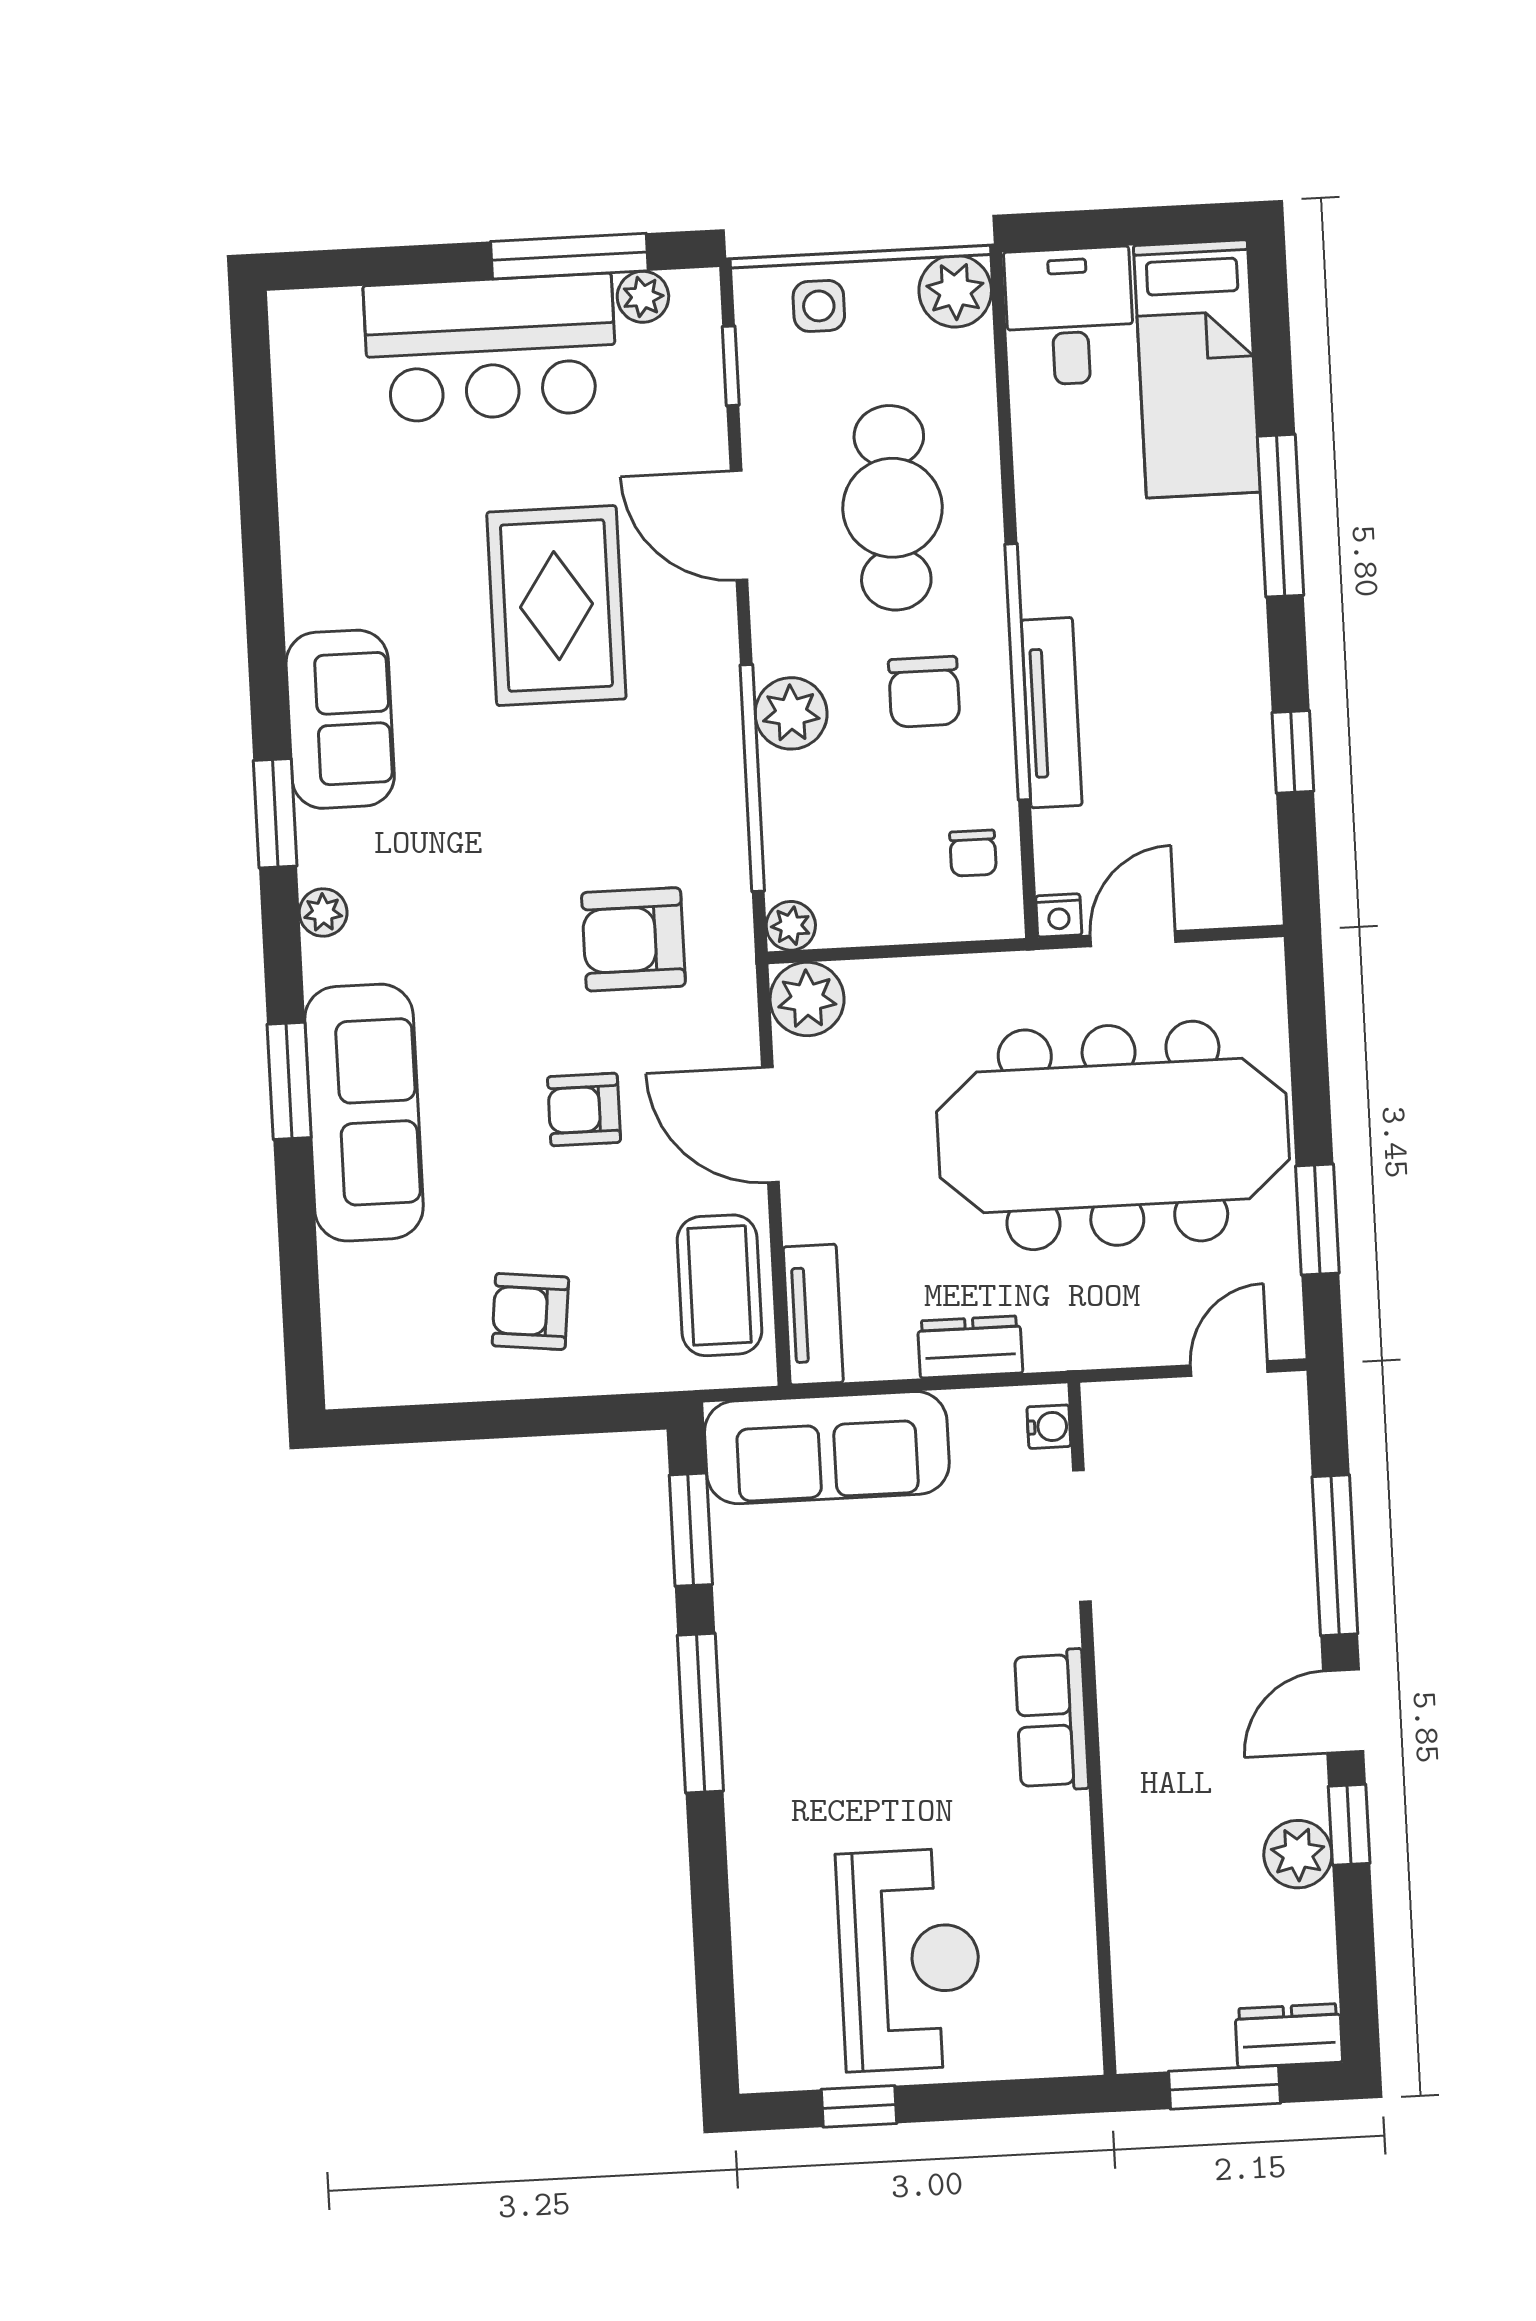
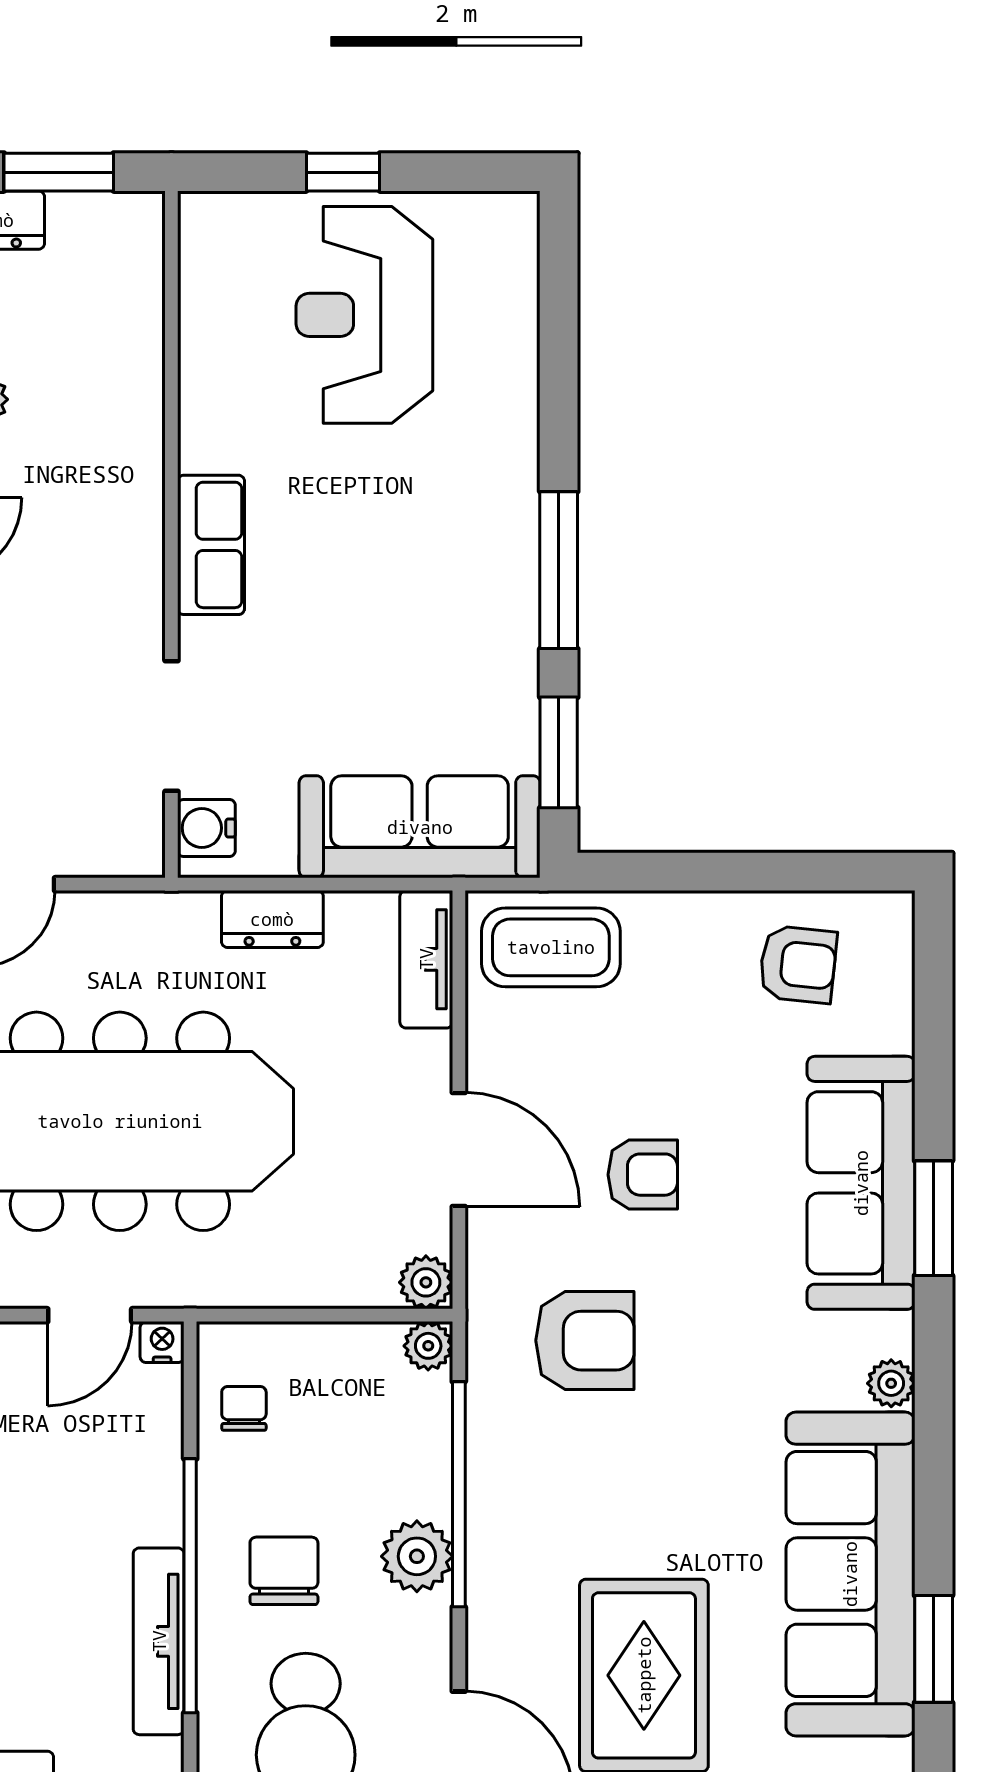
tv unit: (1052, 713) -> (159, 1641), moved
sofa: (340, 719) -> (850, 1574), width x1.85, depth x1.27
window: (275, 813) -> (934, 1649), moved
plant: (807, 999) -> (426, 1282), width x0.73, depth x0.73
coffee table: (720, 1285) -> (551, 947), moved, turned 90
armchair: (530, 1311) -> (798, 964), moved
water cooler: (1049, 1427) -> (206, 828), width x1.38, depth x1.38
window: (859, 2106) -> (343, 172), moved

